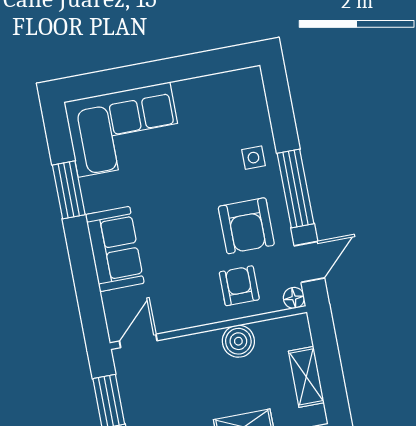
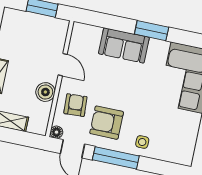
window: (69, 190) -> (152, 31), moved
armchair: (239, 286) -> (75, 105), turned -93
door: (138, 341) -> (63, 65), moved

